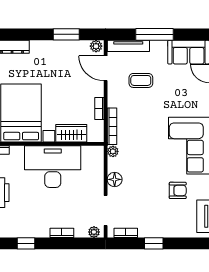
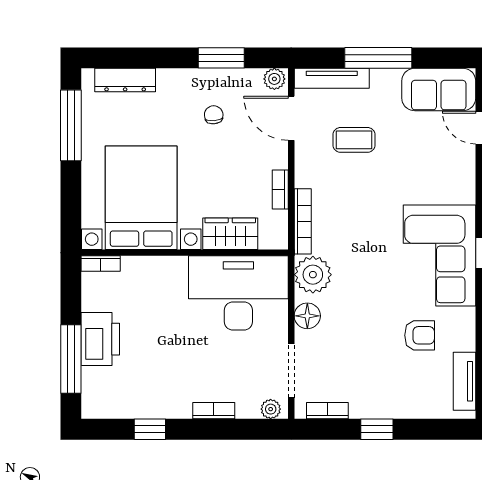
chair: (62, 66) -> (214, 115), added
plant: (113, 151) -> (313, 275), width x1.88, depth x1.88
desk: (53, 167) -> (238, 293), moved

